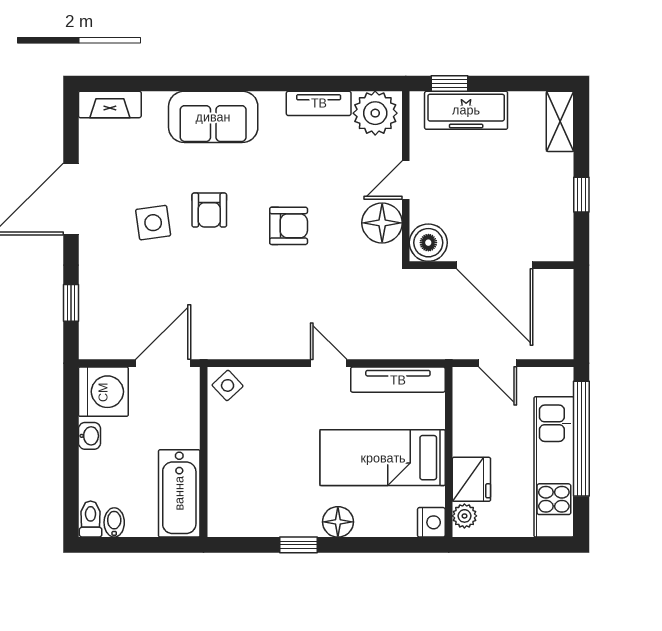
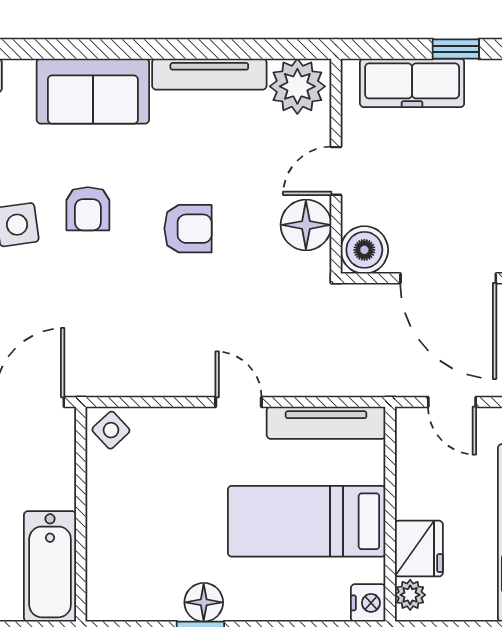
window: (450, 83) -> (456, 49), moved
tv unit: (319, 103) -> (209, 74), width x1.41
floor lamp: (338, 522) -> (204, 602), moved

